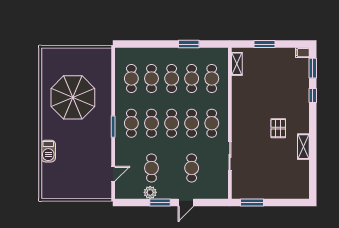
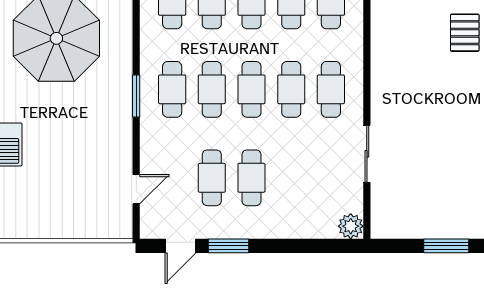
pallet: (278, 128) -> (465, 33), moved
cafe table: (192, 168) -> (251, 178), moved
plant: (150, 192) -> (351, 226), moved
door: (186, 202) -> (180, 246), moved
window: (252, 202) -> (446, 246), moved

